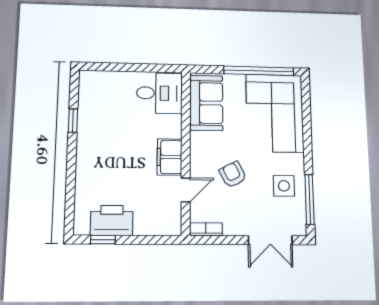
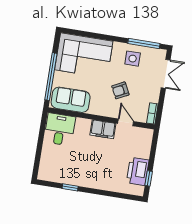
window: (259, 71) -> (51, 77), moved

